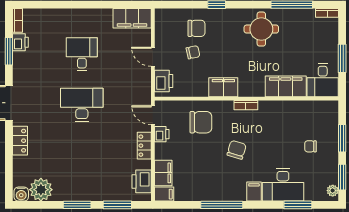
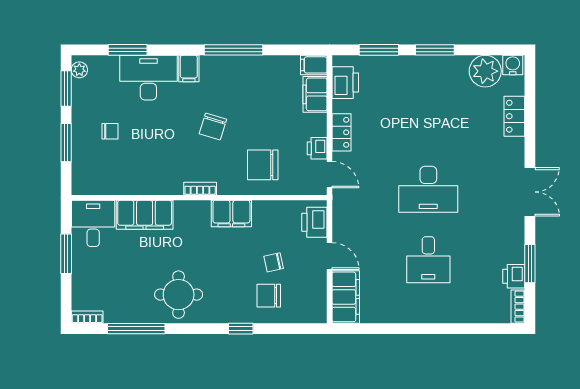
filing cabinet: (132, 18) -> (346, 297), moved, turned 90
locker: (20, 141) -> (514, 116), moved

